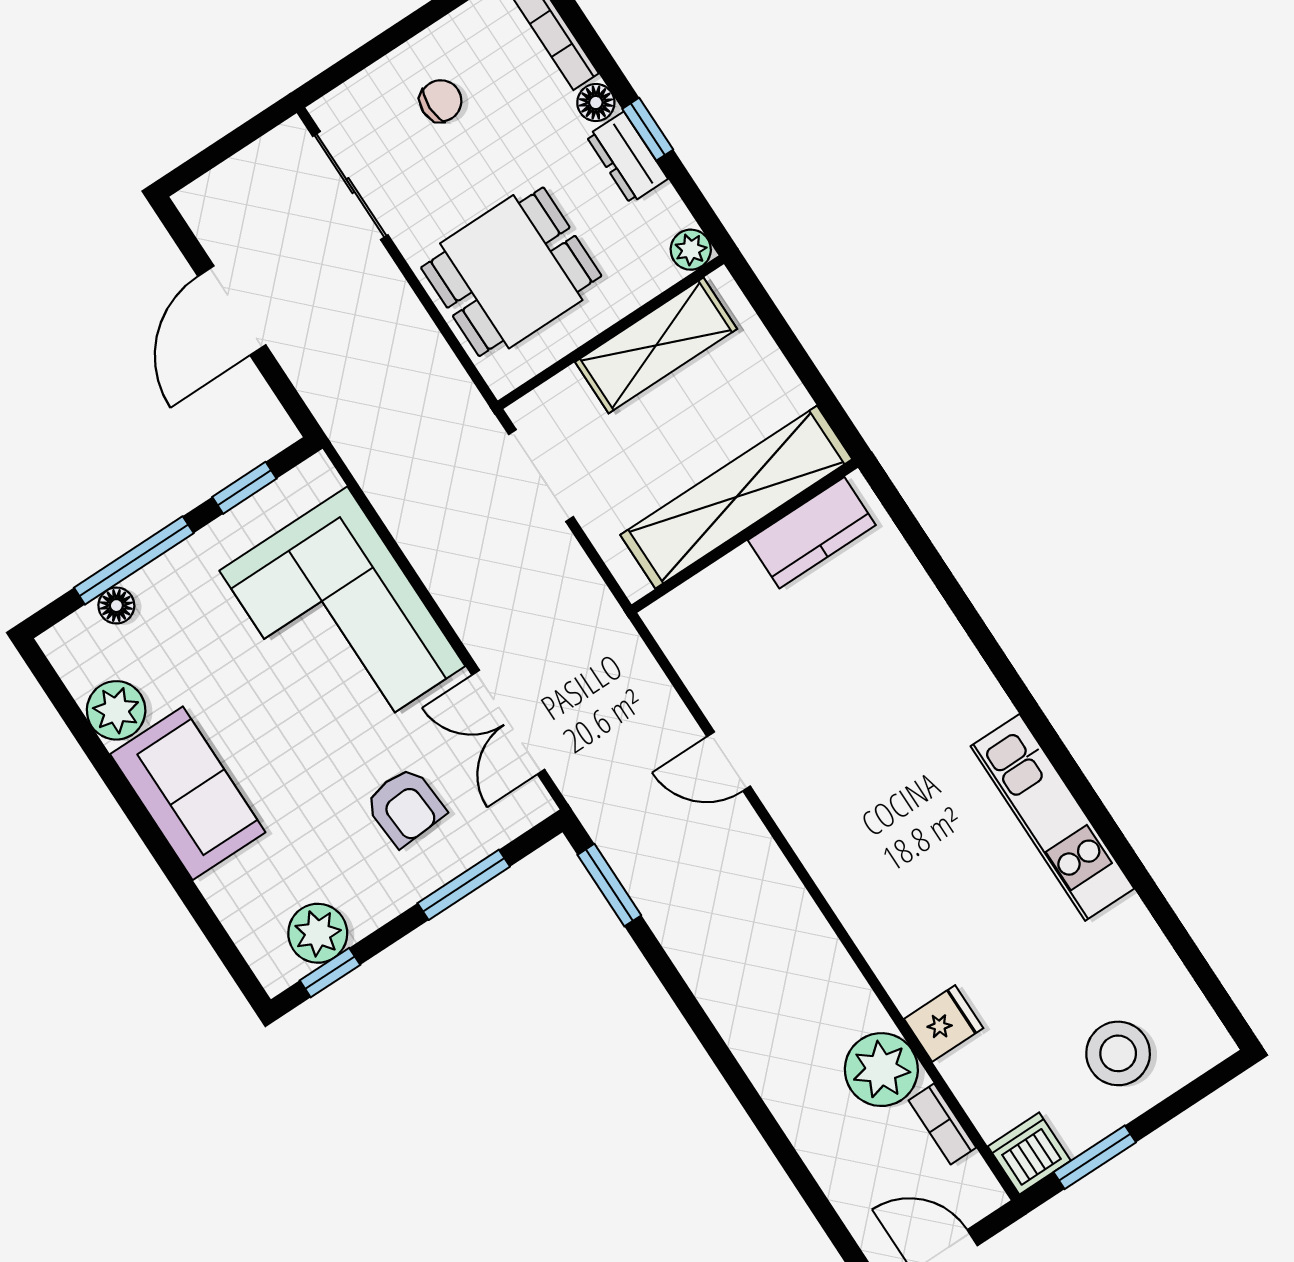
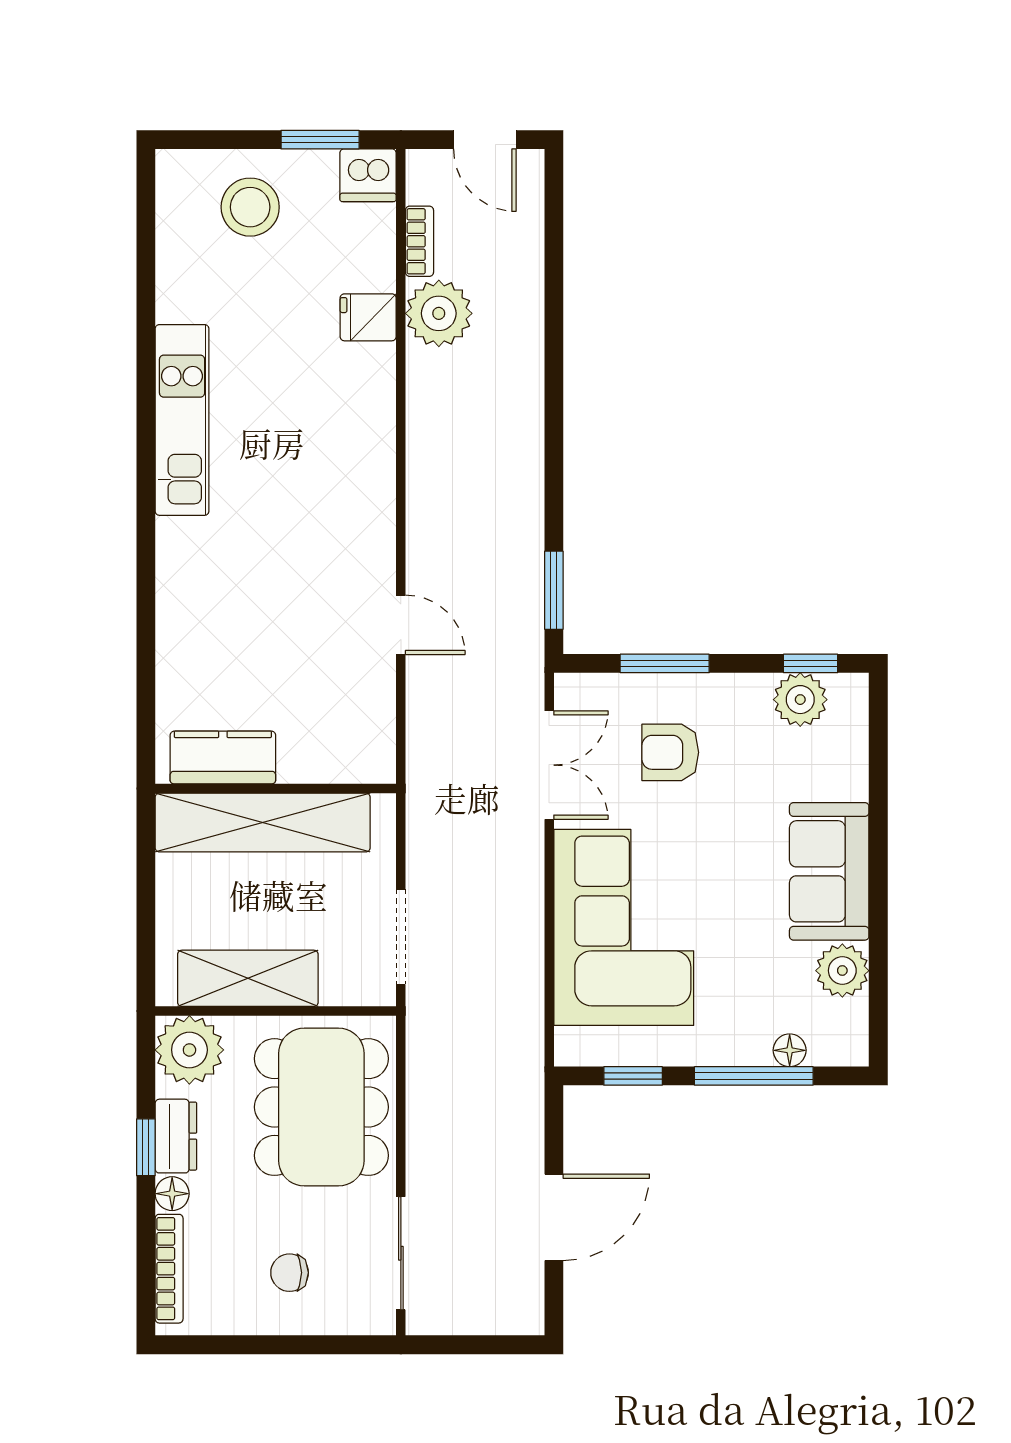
plant: (691, 250) -> (189, 1050), width x1.87, depth x1.87
dining table: (511, 272) -> (321, 1107), width x1.38
armchair: (405, 807) -> (670, 752), turned -86

